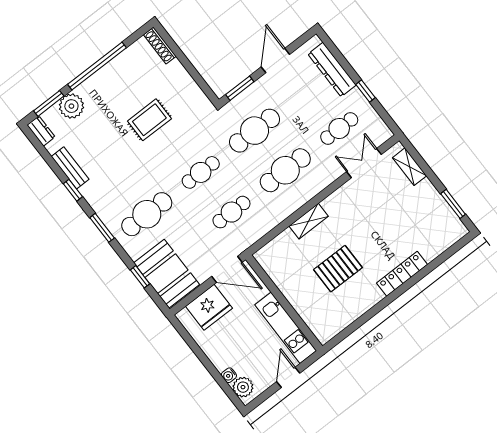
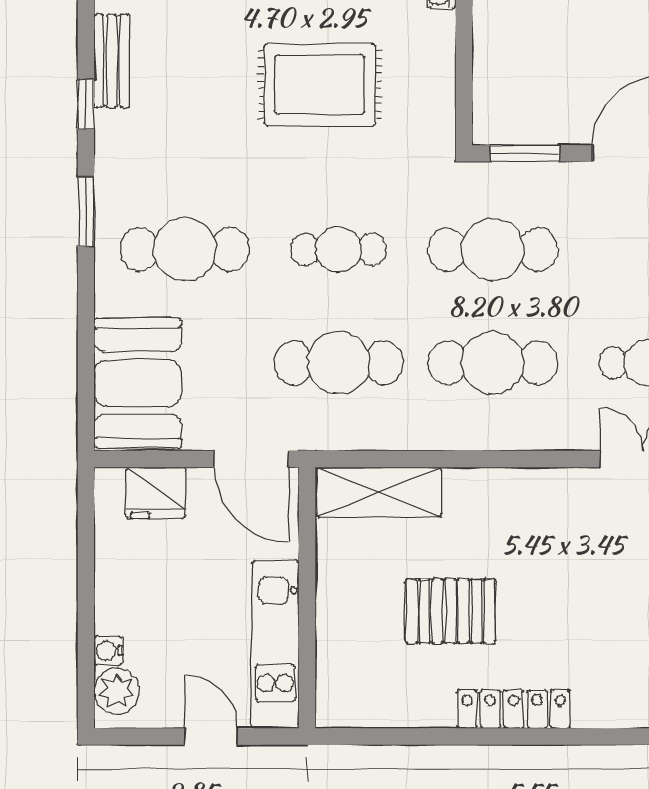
rug: (149, 120) -> (320, 85), width x1.36, depth x1.43
cafe table: (231, 212) -> (339, 363), width x1.37, depth x1.35
shelving: (309, 221) -> (379, 492), moved, width x1.50, depth x1.33
locker: (402, 274) -> (514, 709), moved
window: (140, 277) -> (86, 352), removed
fridge: (209, 307) -> (156, 493), width x0.73, depth x0.75
door: (288, 377) -> (211, 736), hinge flipped

